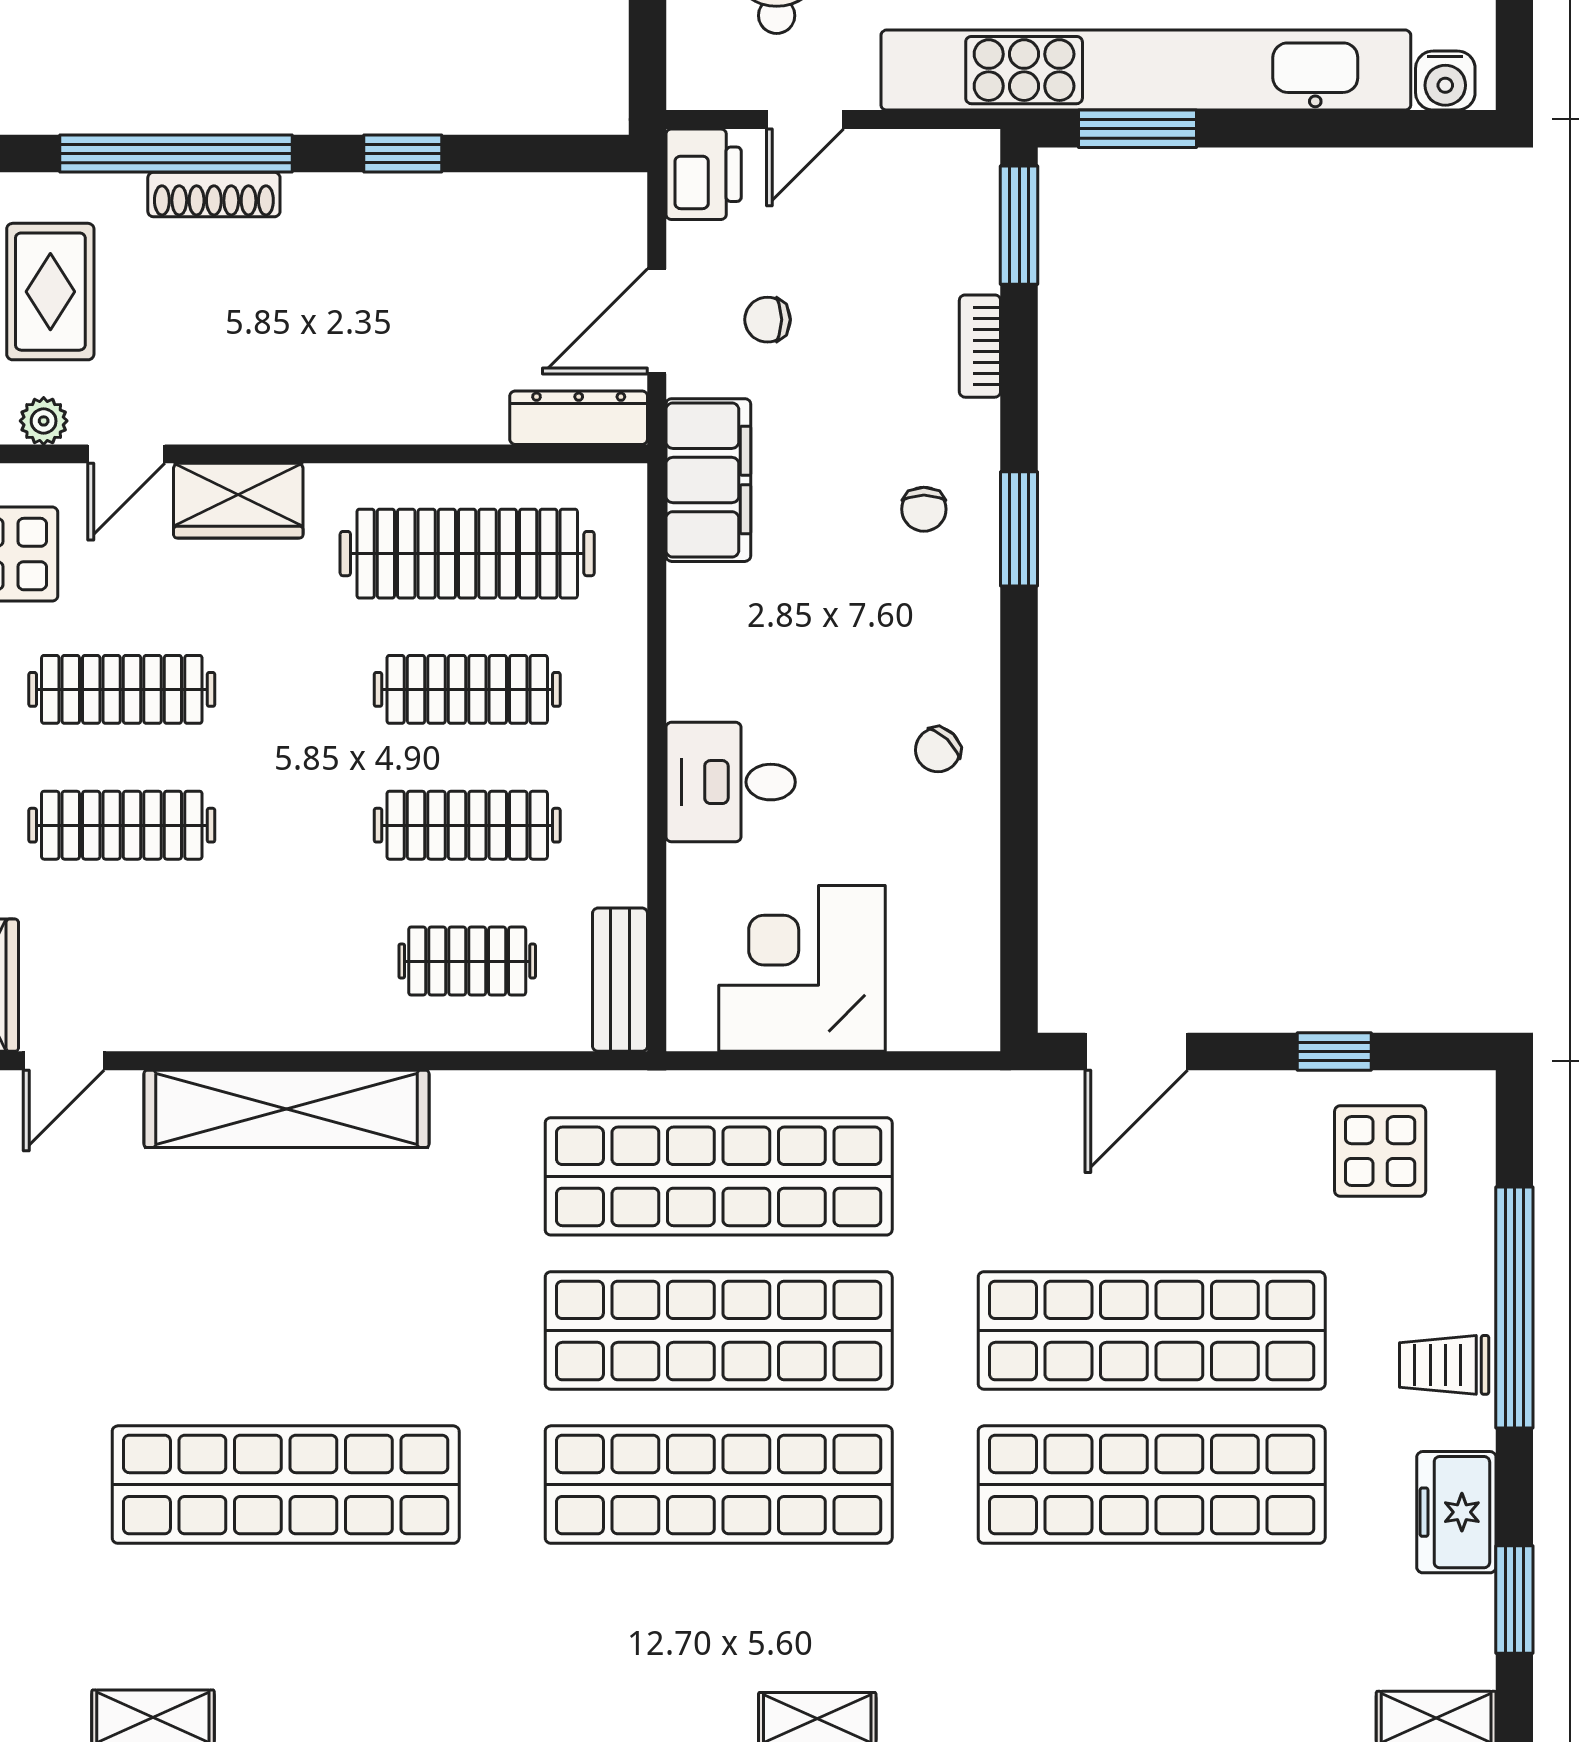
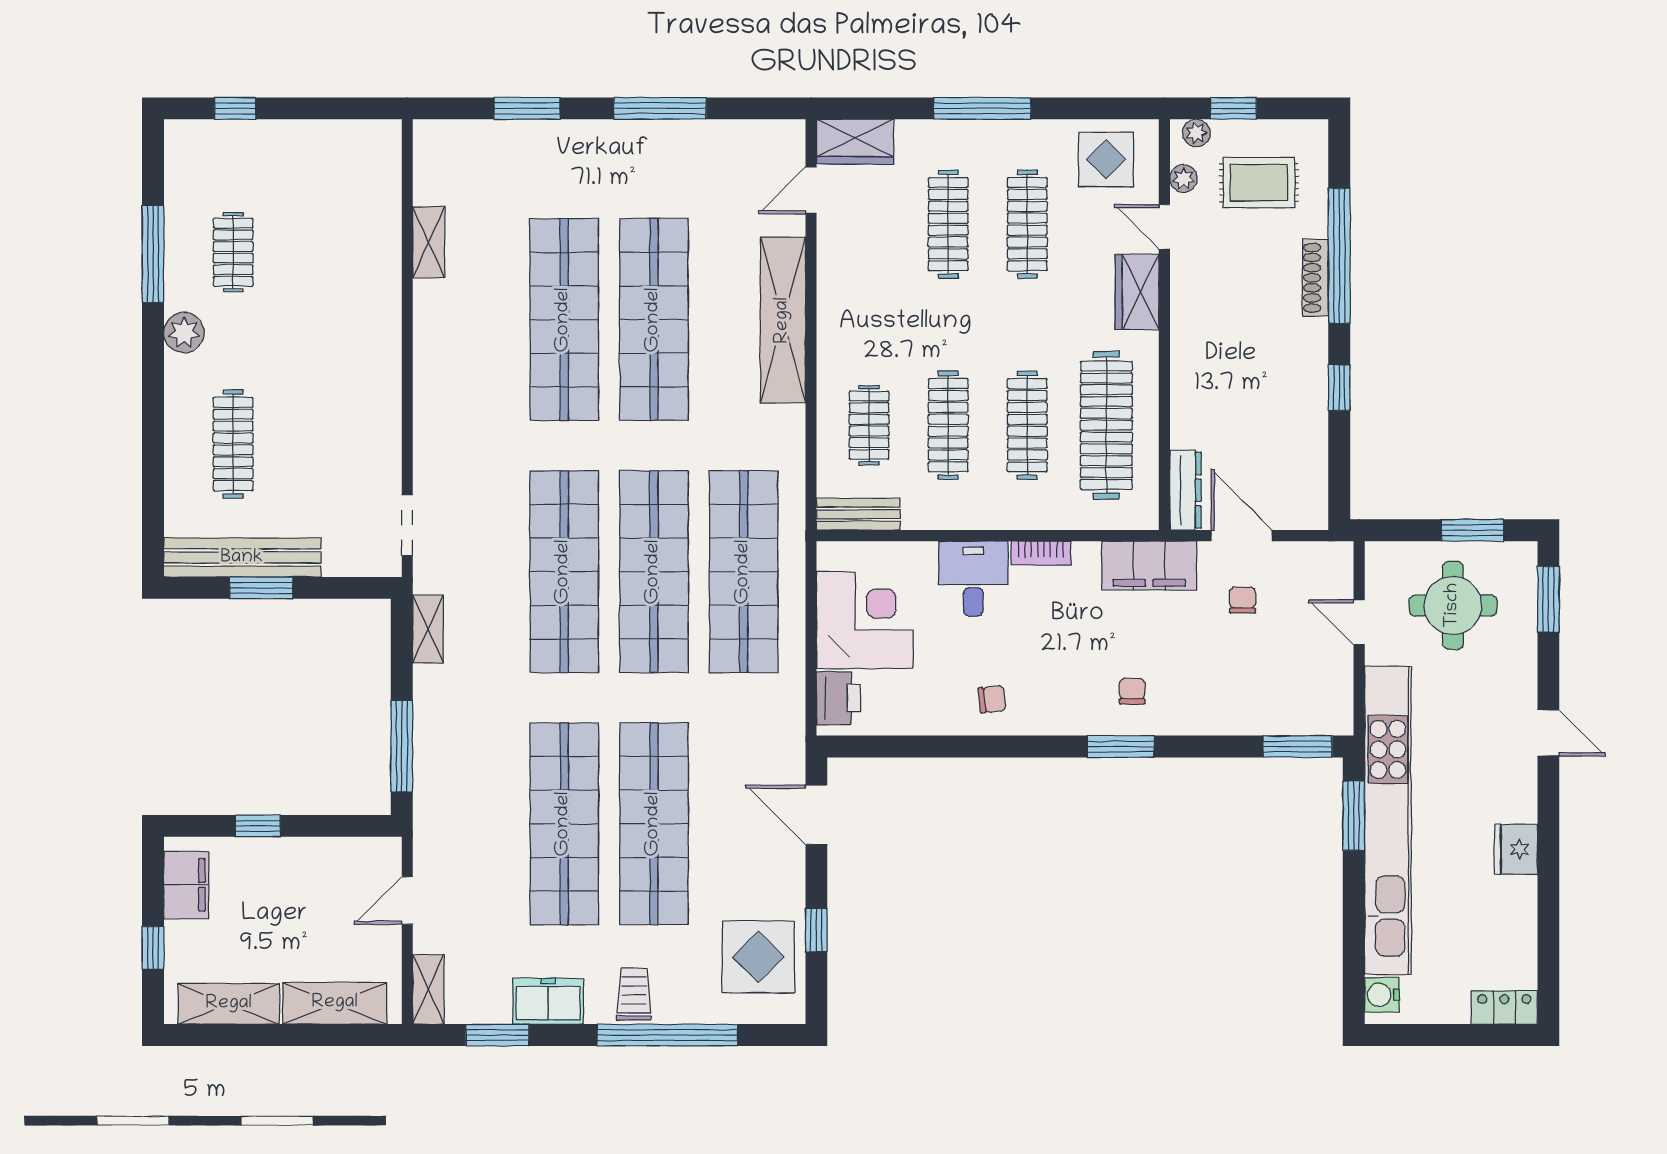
printer: (704, 174) -> (838, 698), moved, turned -90
bookcase: (980, 346) -> (1041, 553), moved, turned 180
chair: (924, 509) -> (1132, 691), turned 90
chair: (938, 750) -> (992, 699), turned 130
door: (64, 1061) -> (811, 190), hinge flipped
display table: (1380, 1151) -> (758, 957), width x1.36, depth x1.36
shop shelf: (286, 1330) -> (654, 320), added

